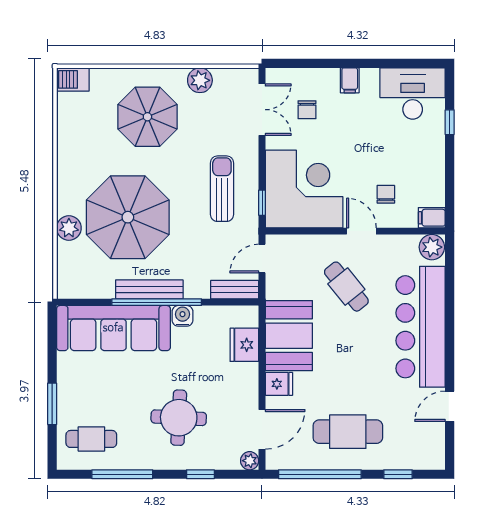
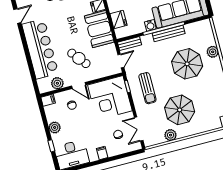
parasol: (147, 117) -> (180, 110), moved
plant: (433, 158) -> (55, 127), added
parasol: (128, 217) -> (187, 64), width x0.73, depth x0.73
plant: (432, 247) -> (57, 83), moved

